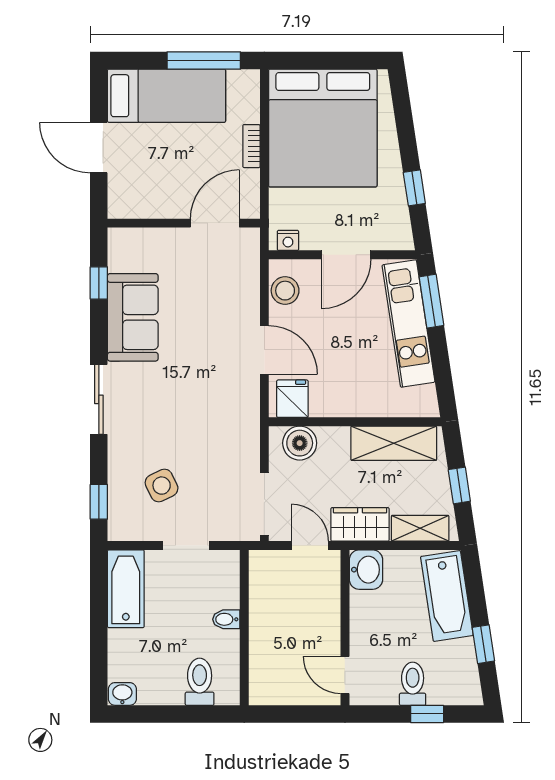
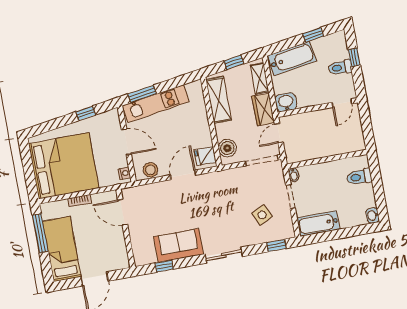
bidet: (226, 619) -> (294, 175), moved

